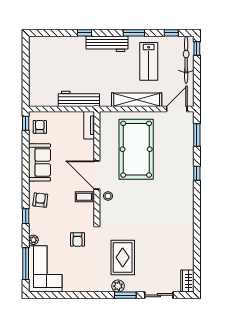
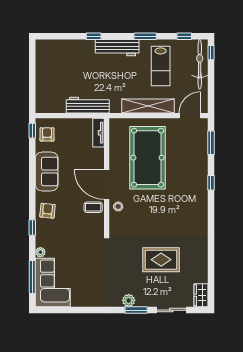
armchair: (78, 239) -> (86, 252), removed
rug: (123, 257) -> (161, 260), moved, turned 90

